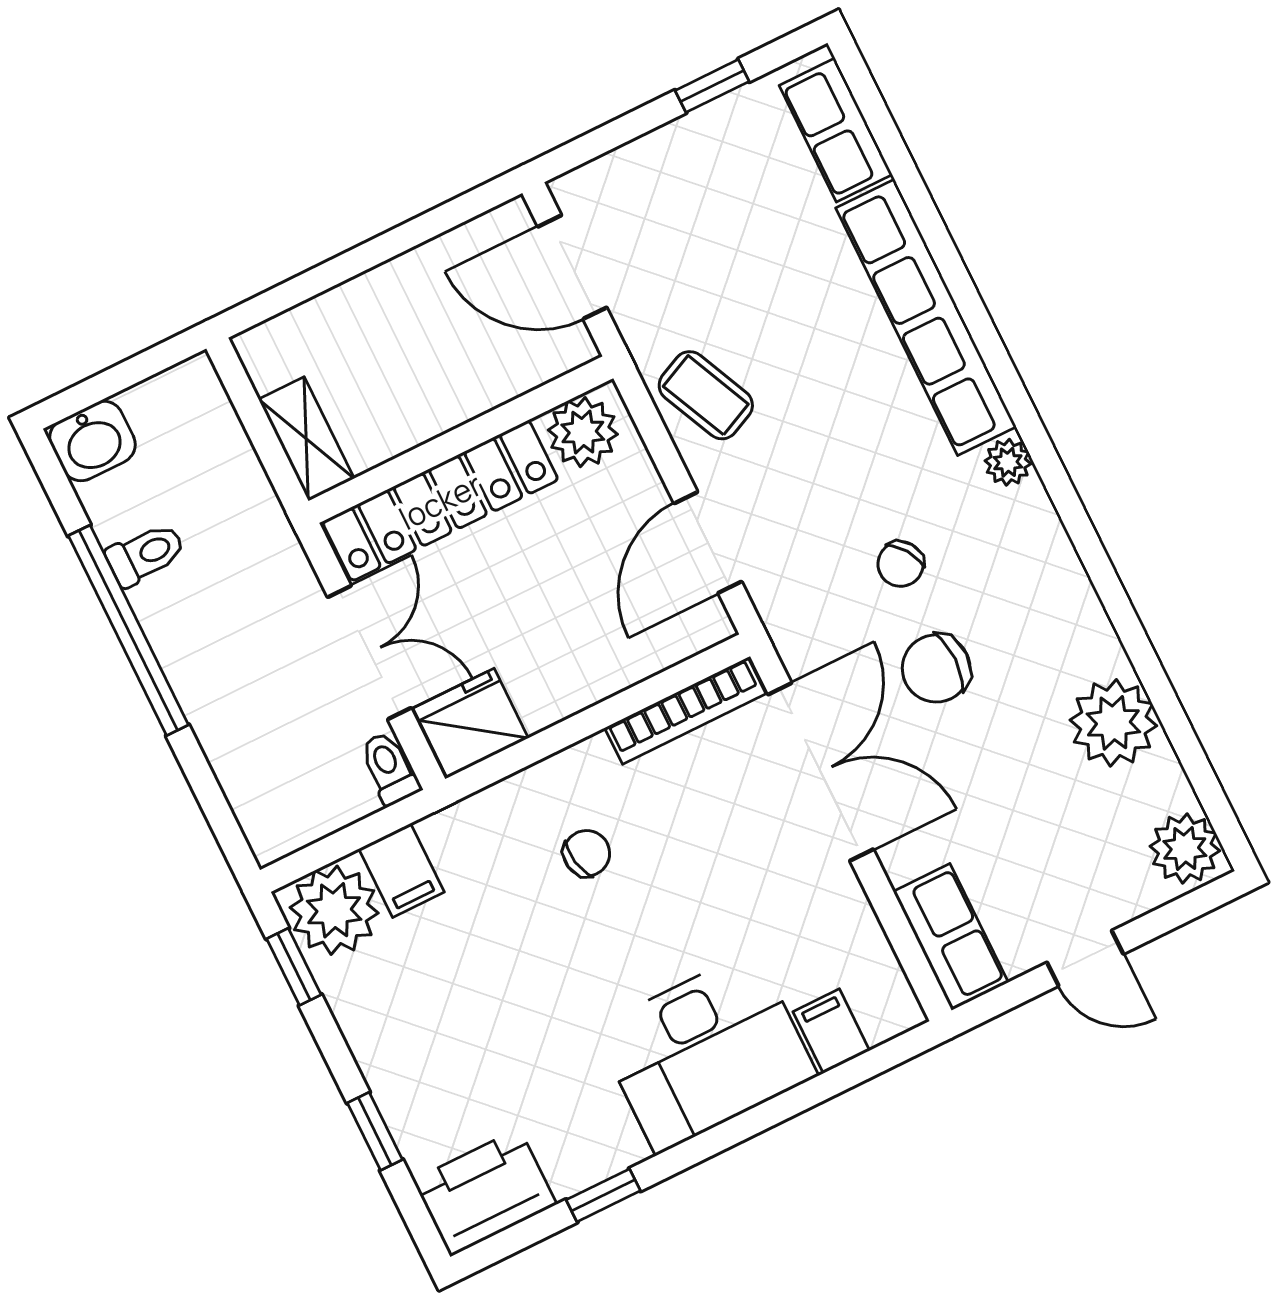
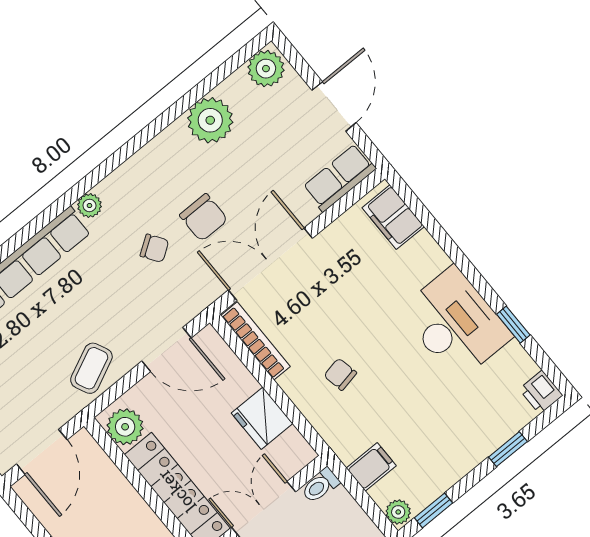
fridge: (471, 723) -> (262, 418), moved
plant: (334, 910) -> (398, 512), width x0.53, depth x0.53
door: (1085, 958) -> (334, 106), width x1.37
filing cabinet: (831, 1031) -> (393, 217), width x2.00
desk: (706, 1052) -> (456, 324), moved
printer: (485, 1192) -> (541, 392), width x0.53, depth x0.68

